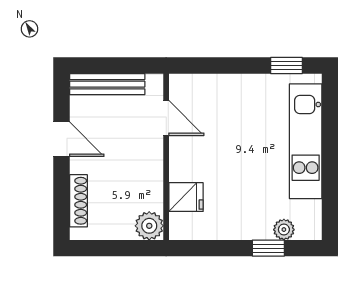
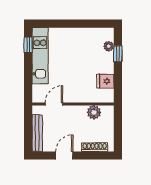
kitchen unit: (306, 141) -> (40, 56), moved, turned -90
fridge: (186, 197) -> (105, 81), moved, turned -90
plant: (149, 226) -> (94, 112), moved

